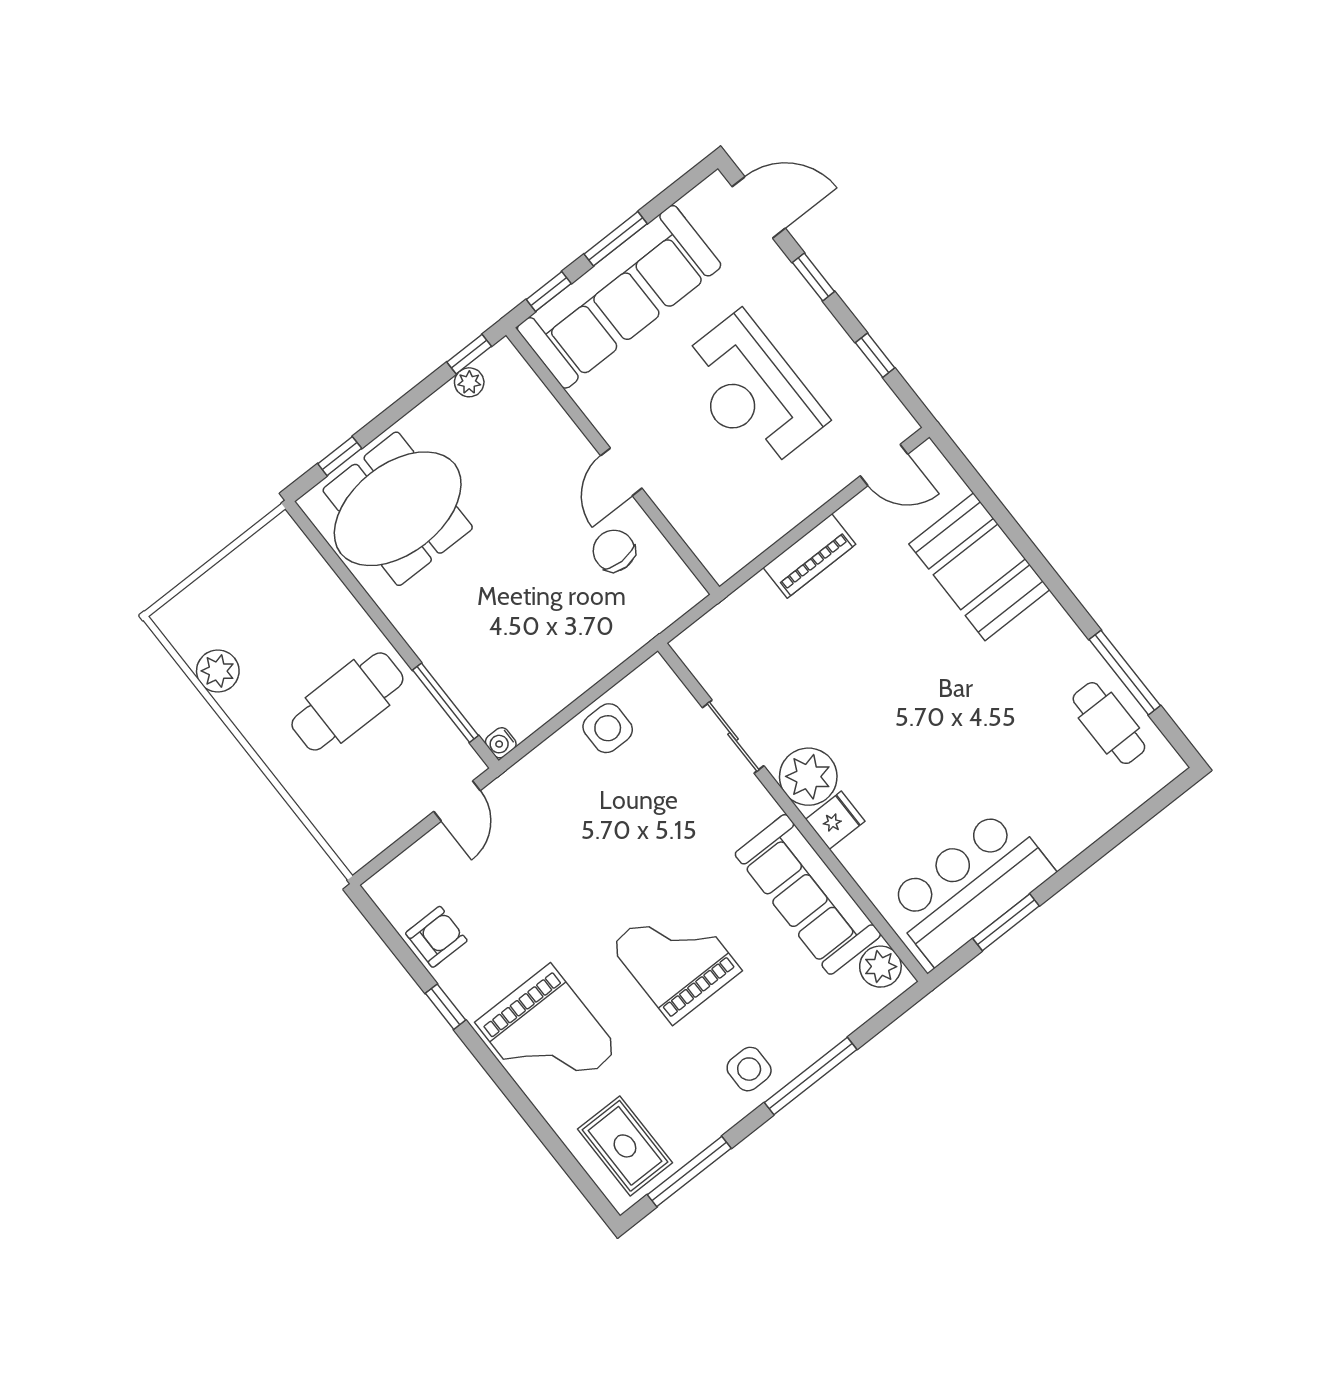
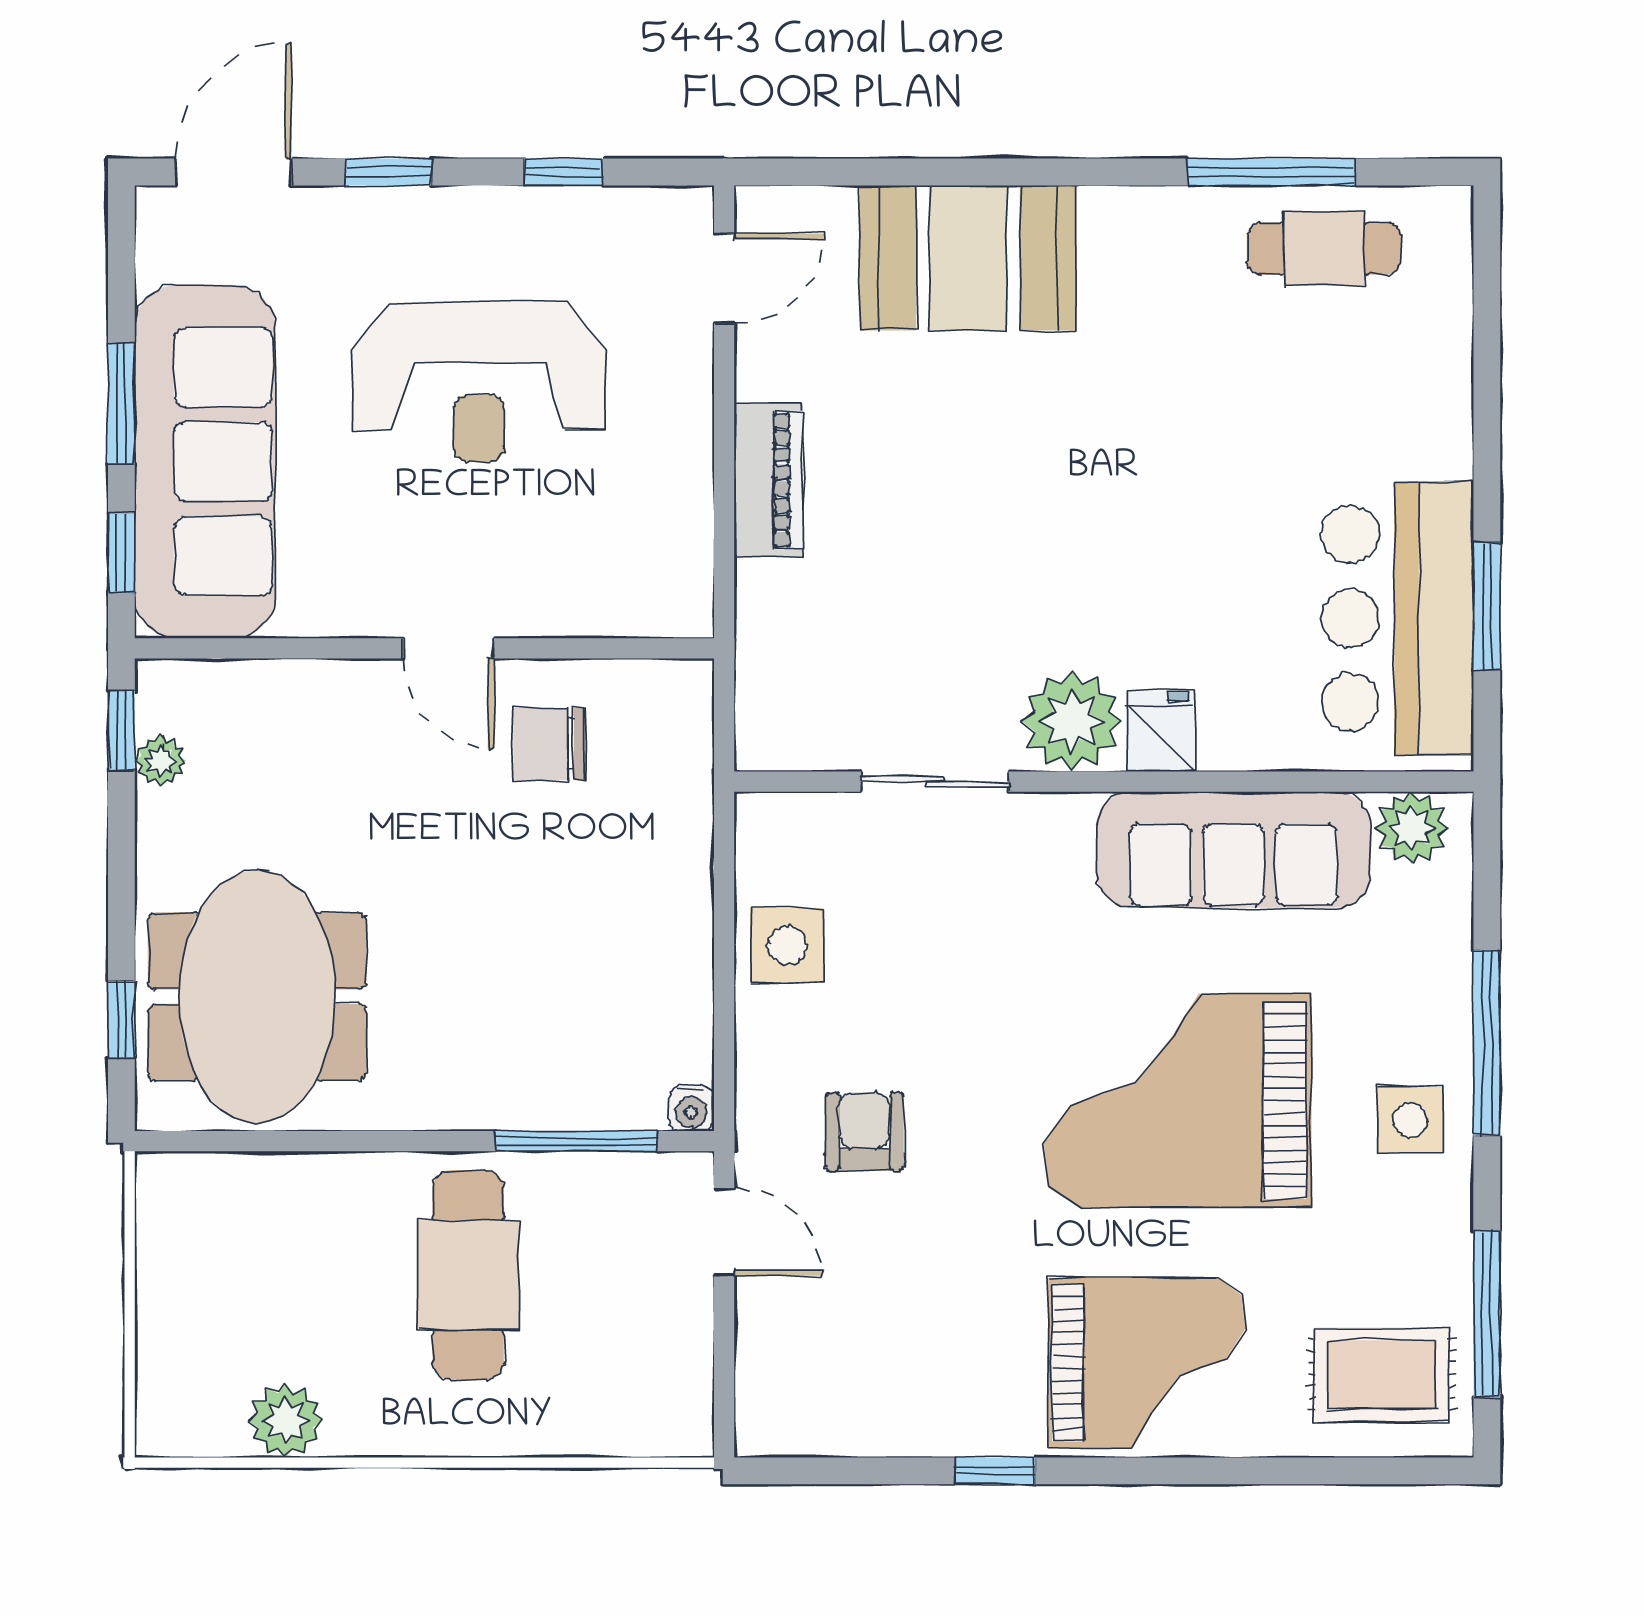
armchair: (436, 937) -> (864, 1131), moved
grand piano: (676, 958) -> (1178, 1101), width x1.37, depth x1.48

